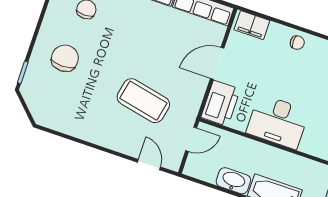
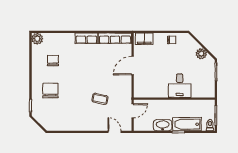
coffee table: (143, 101) -> (100, 99), width x0.54, depth x0.58
printer: (221, 103) -> (142, 86), removed
desk: (278, 122) -> (180, 86), width x0.73

